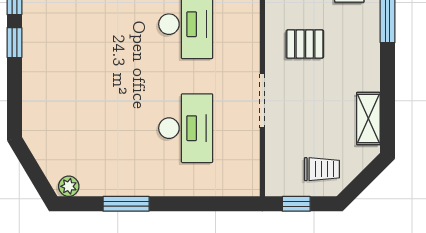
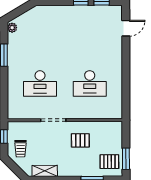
pallet: (305, 44) -> (80, 140), turned 90

